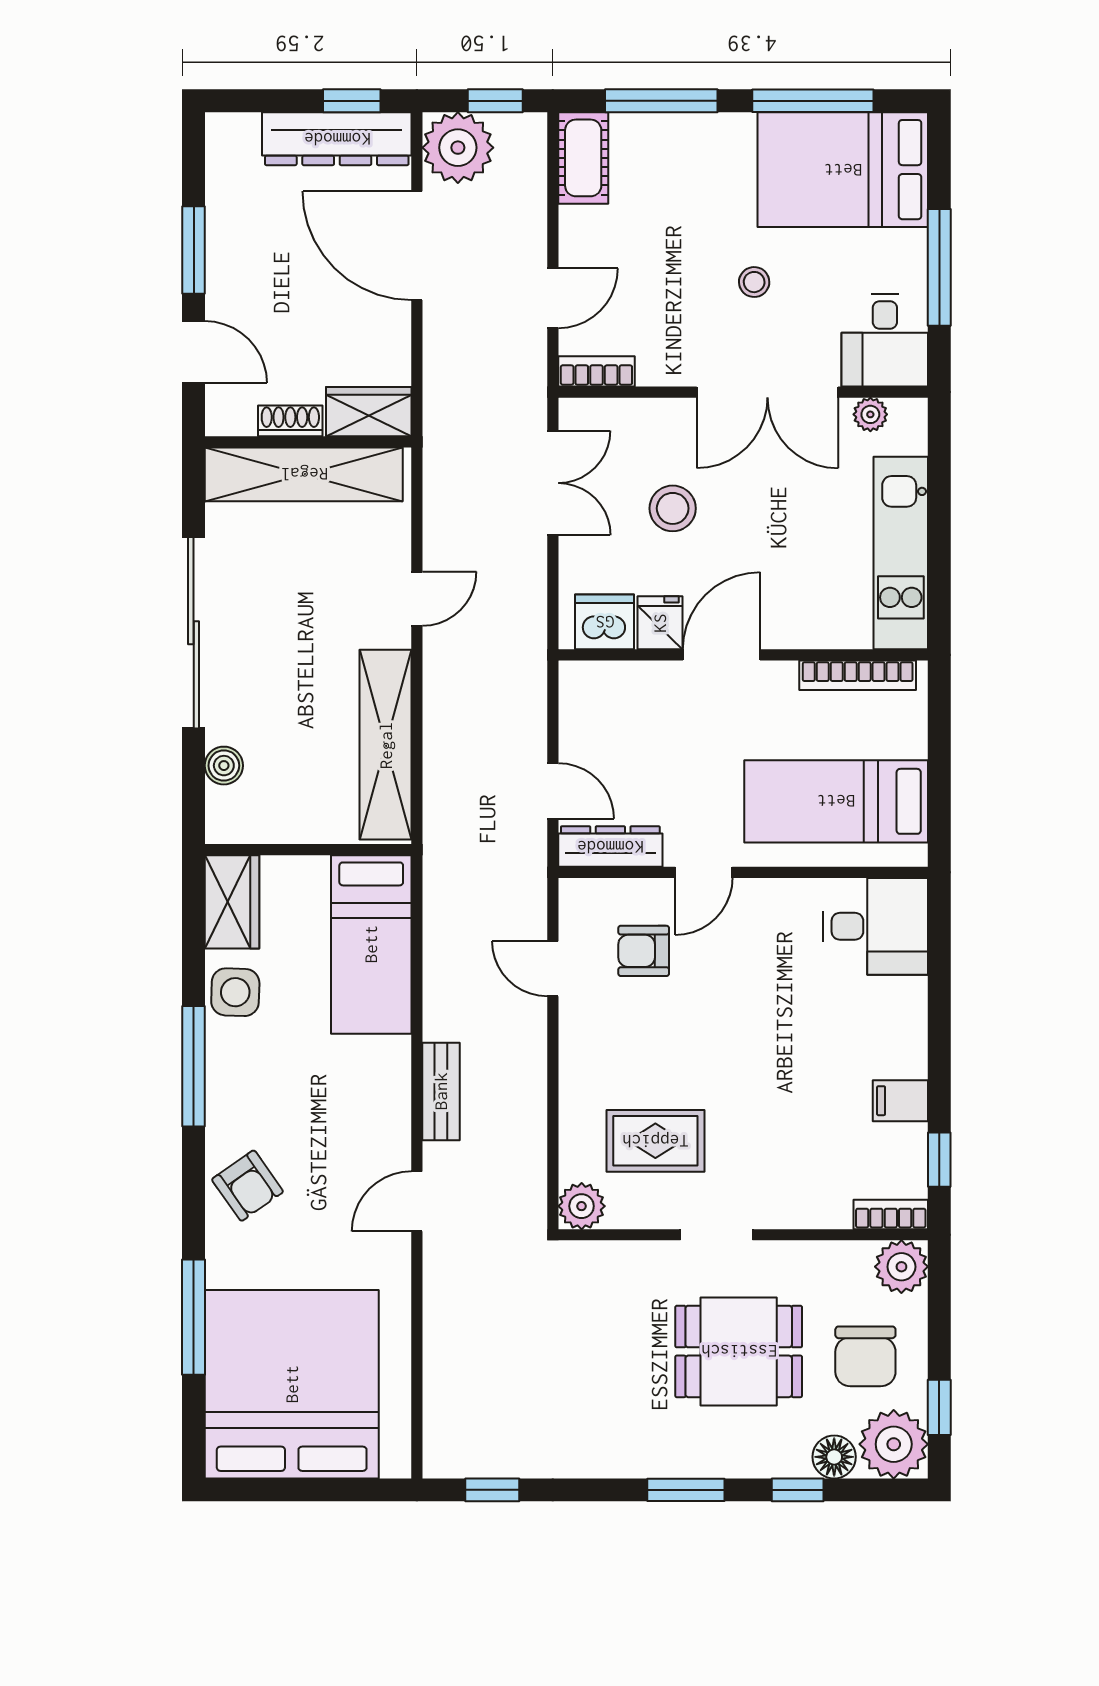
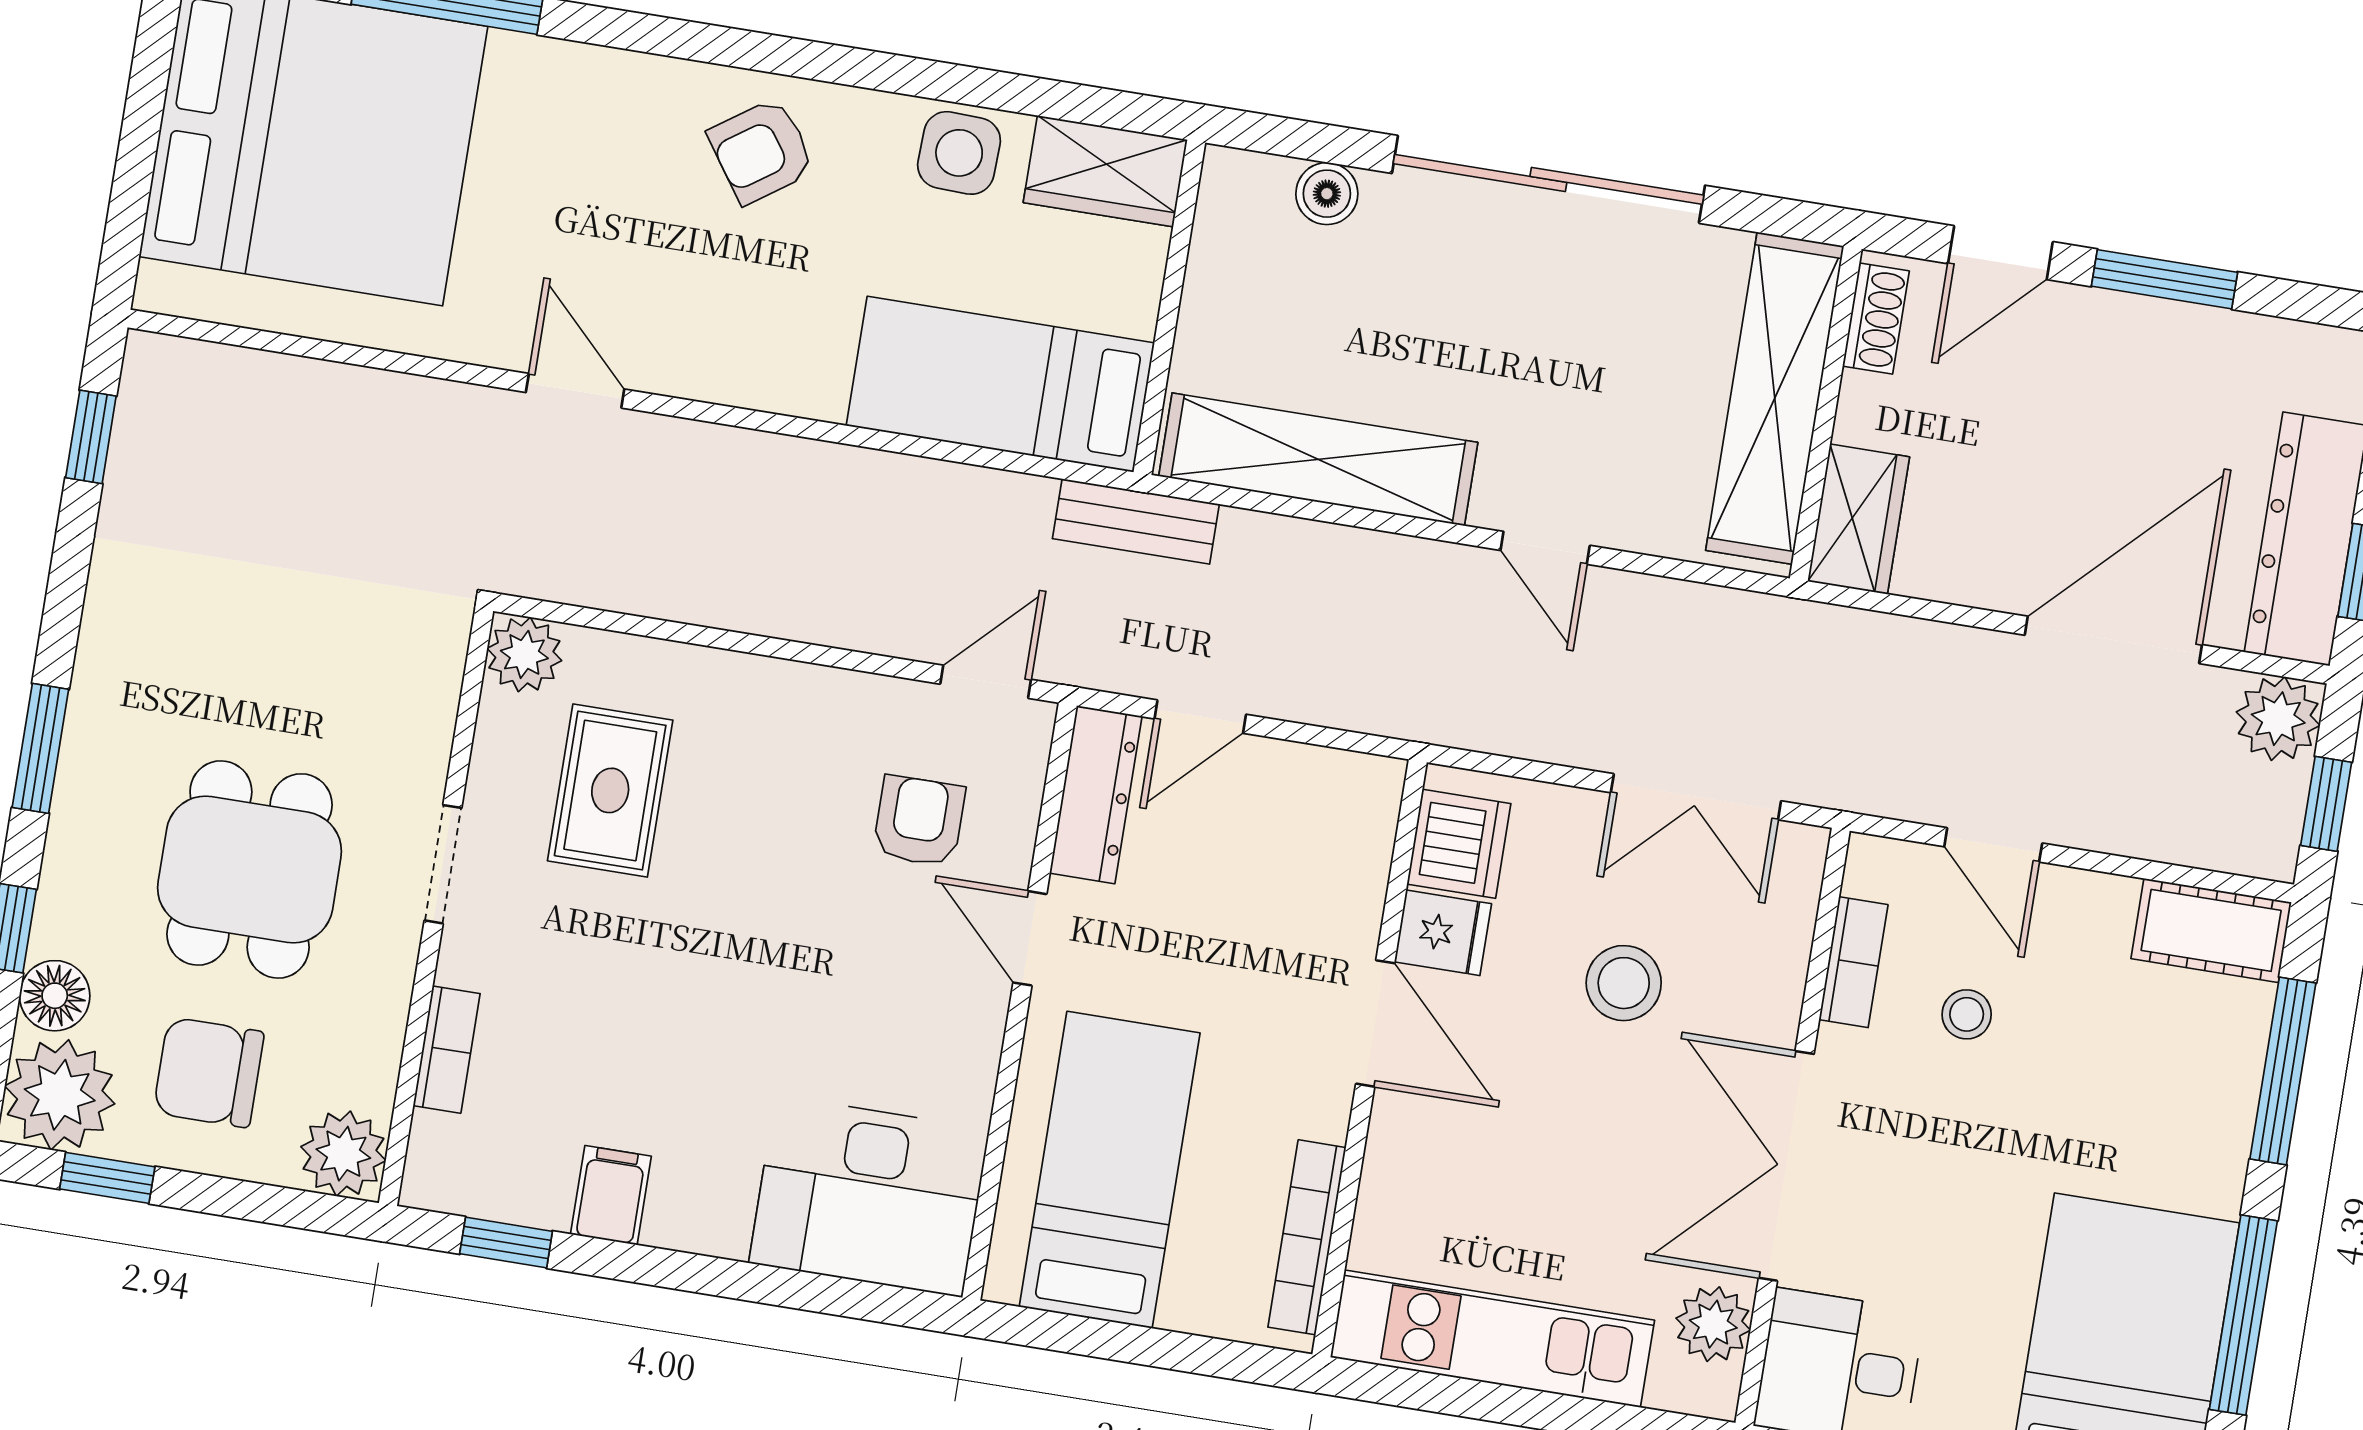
plant: (458, 148) -> (2278, 719), width x0.73, depth x0.73
stool: (754, 282) -> (1967, 1014), moved
bookcase: (596, 371) -> (1853, 962), moved
plant: (870, 414) -> (1713, 1324), width x1.38, depth x1.38
shoe rack: (290, 421) -> (1876, 319), moved
desk: (876, 926) -> (869, 1196), width x1.37
door: (553, 969) -> (986, 682), moved
window: (194, 1066) -> (851, 66), removed
bench: (441, 1091) -> (1136, 521), moved
armchair: (248, 1186) -> (762, 151), moved
bookcase: (891, 1214) -> (447, 1050), moved

